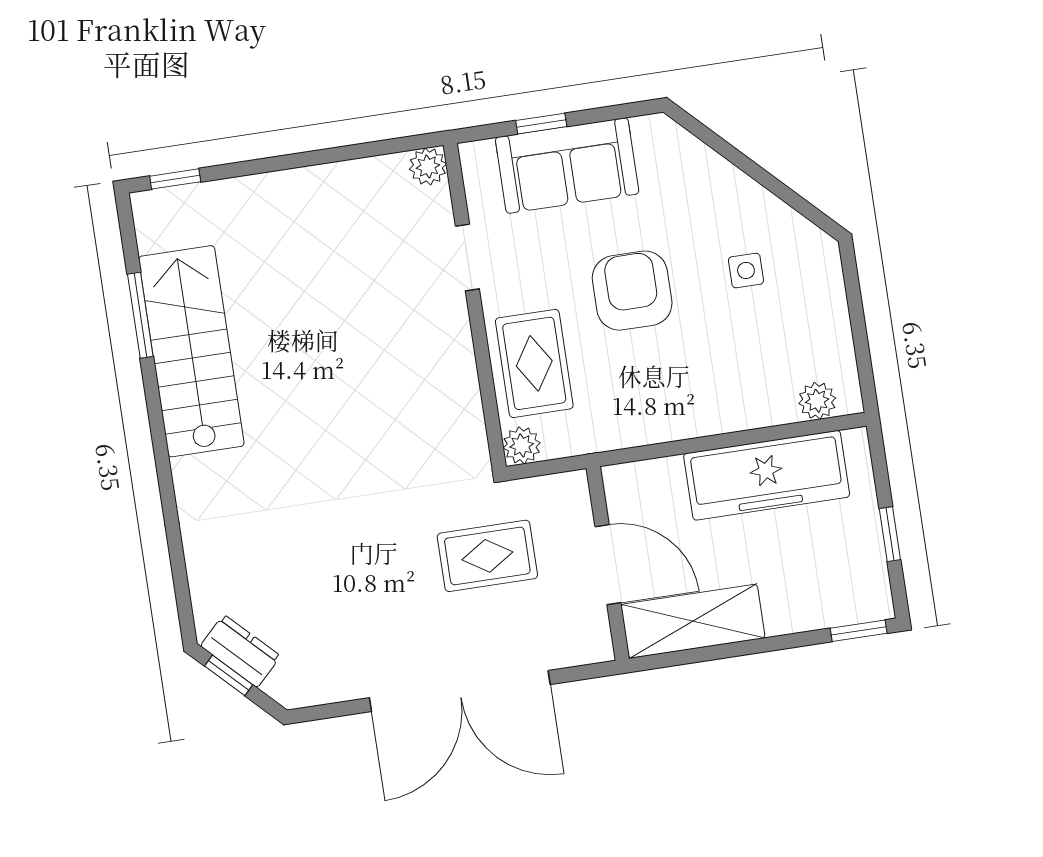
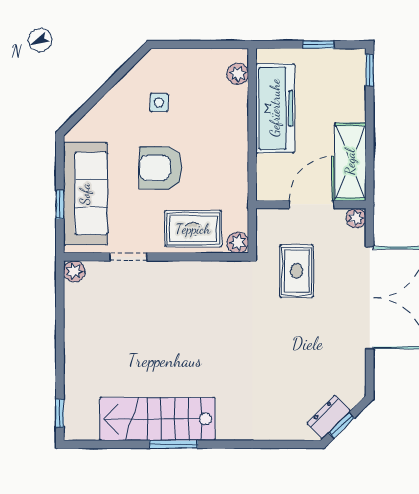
sofa: (567, 166) -> (85, 194), width x1.36
window: (140, 315) -> (174, 444), moved
plant: (596, 646) -> (356, 218), added

